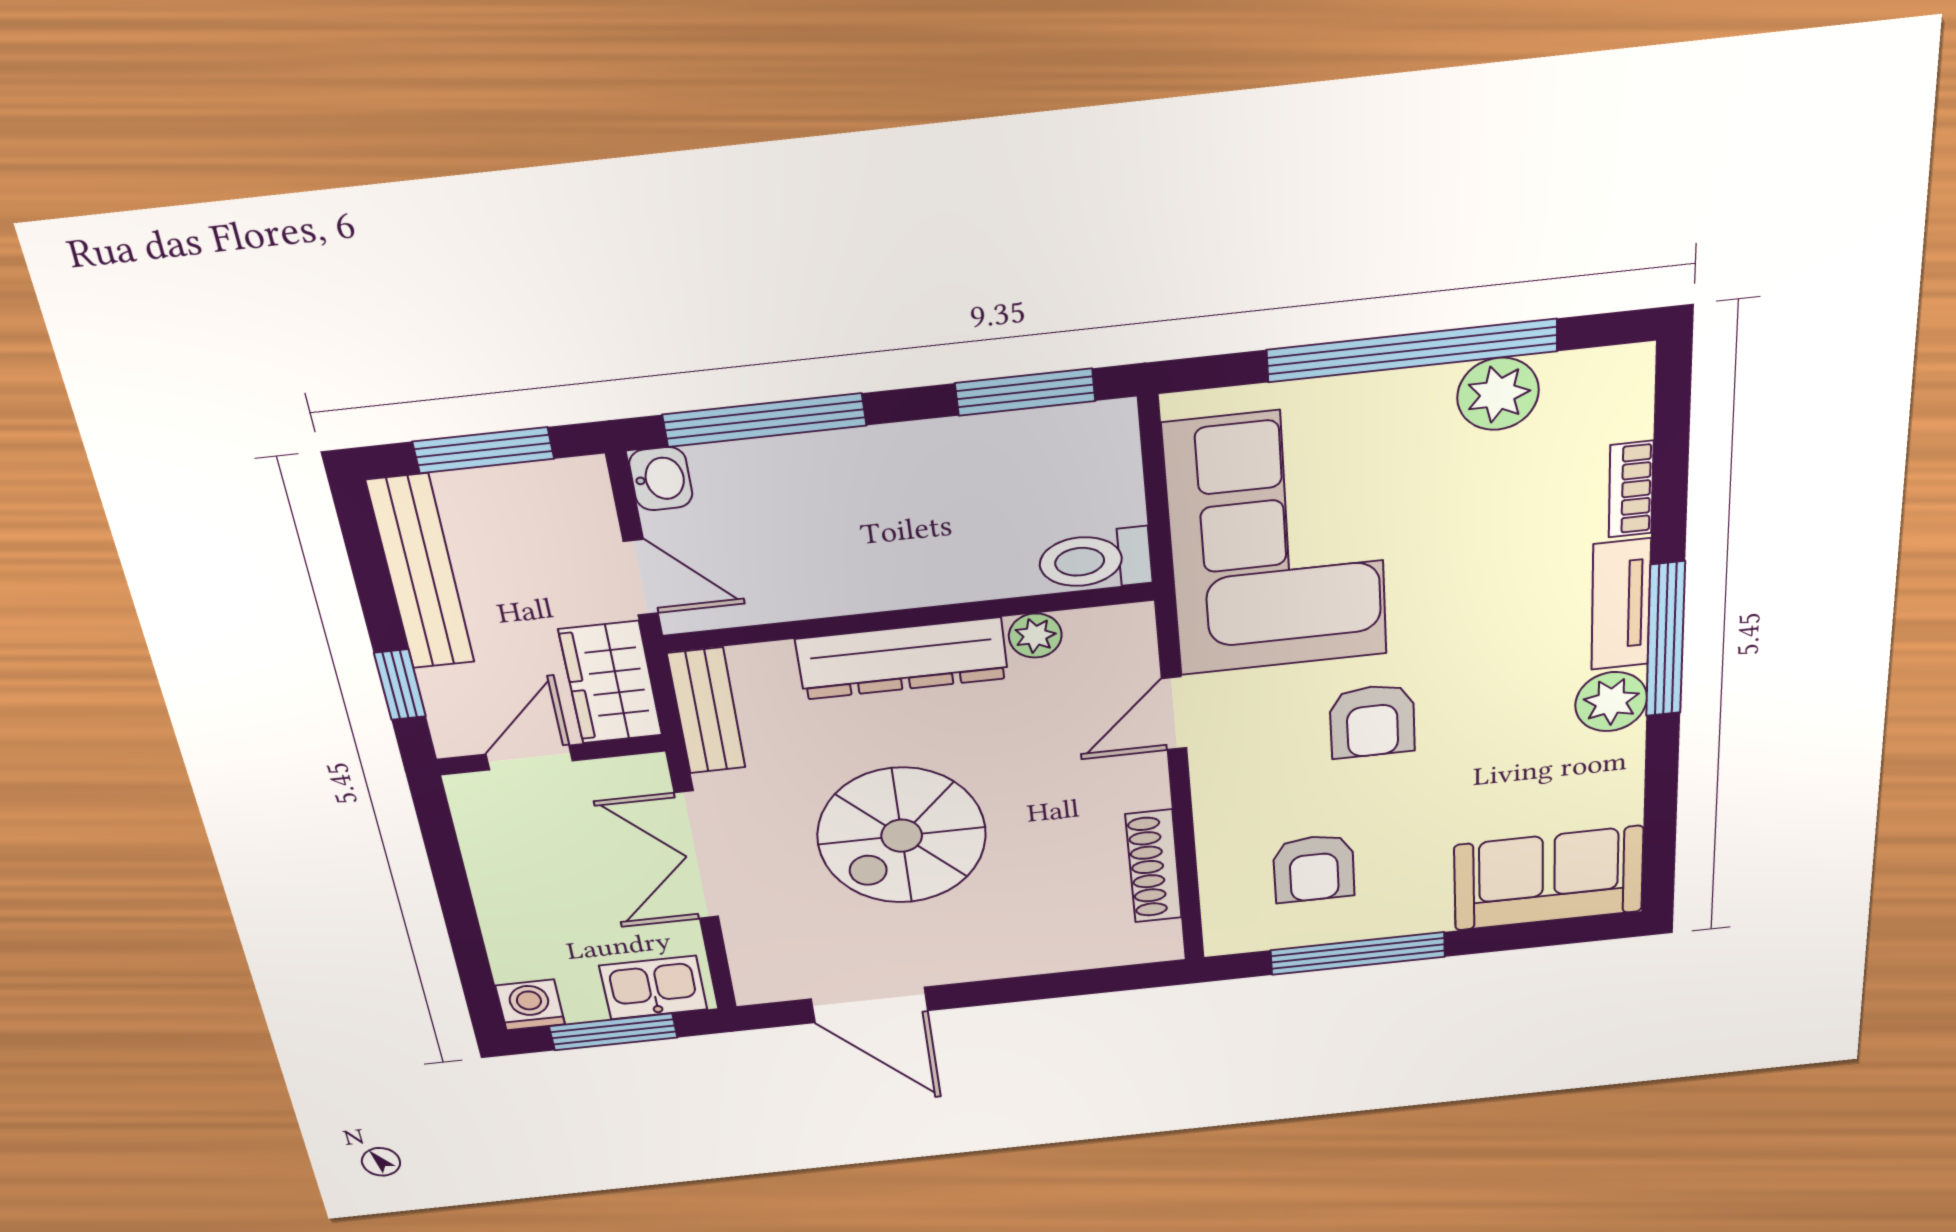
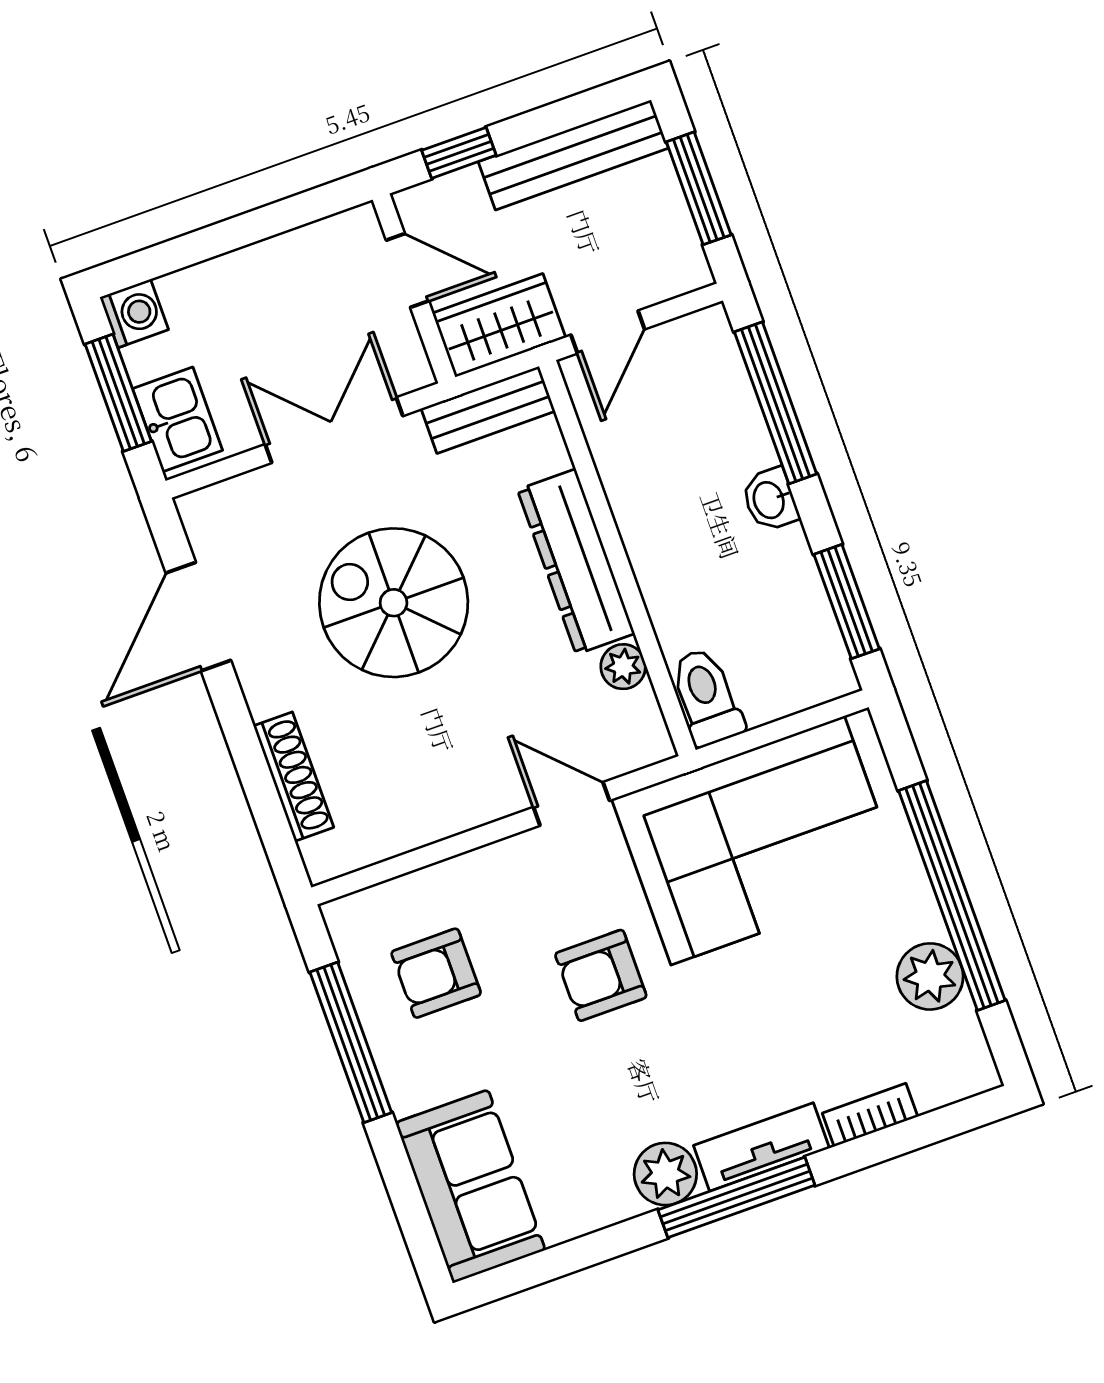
washbasin: (661, 479) -> (770, 500), moved, turned 90
shoe rack: (1154, 866) -> (294, 777), moved, turned 90

